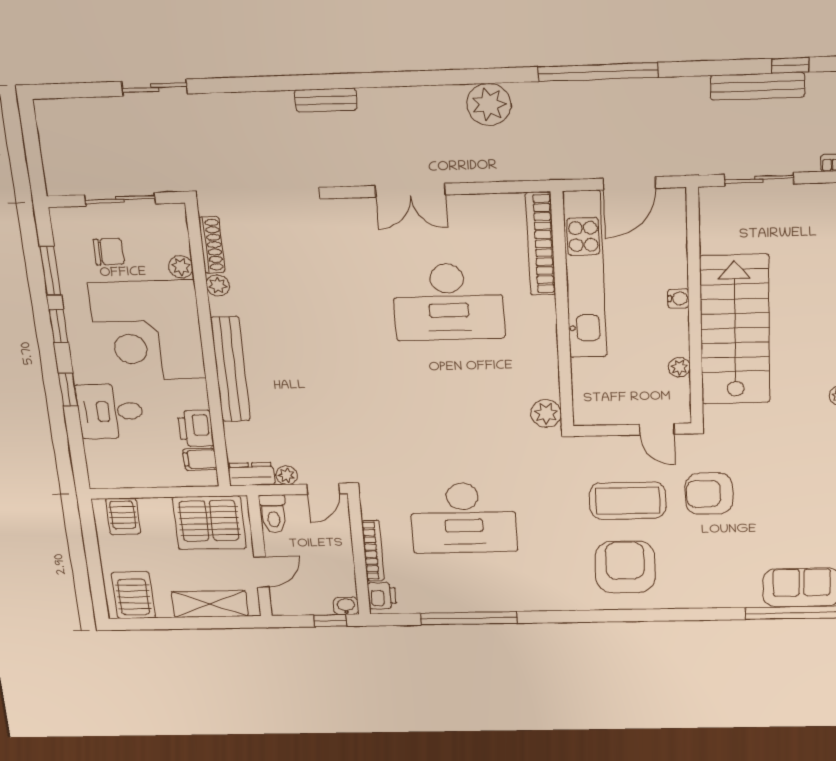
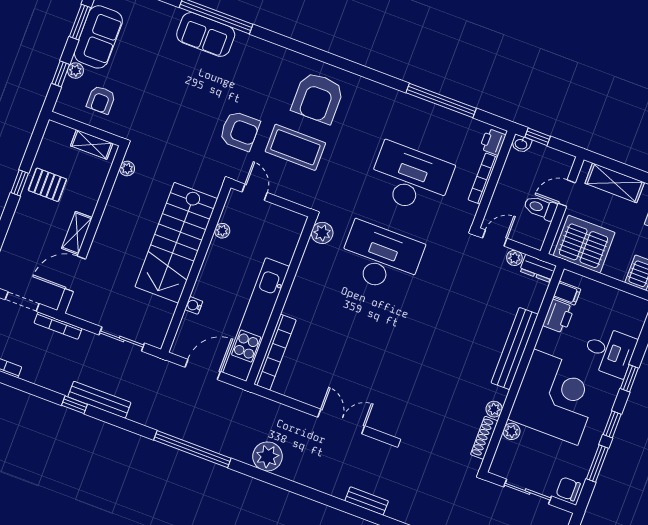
chair: (109, 252) -> (568, 489), moved
water cooler: (678, 298) -> (194, 305), moved
desk: (448, 302) -> (381, 258), moved
toilet: (273, 514) -> (540, 208), moved, turned -90

